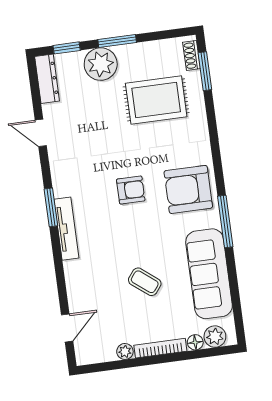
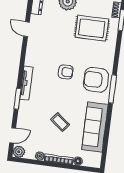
window: (51, 207) -> (17, 99), moved
window: (225, 221) -> (113, 89), moved
plant: (215, 337) -> (19, 152), moved

